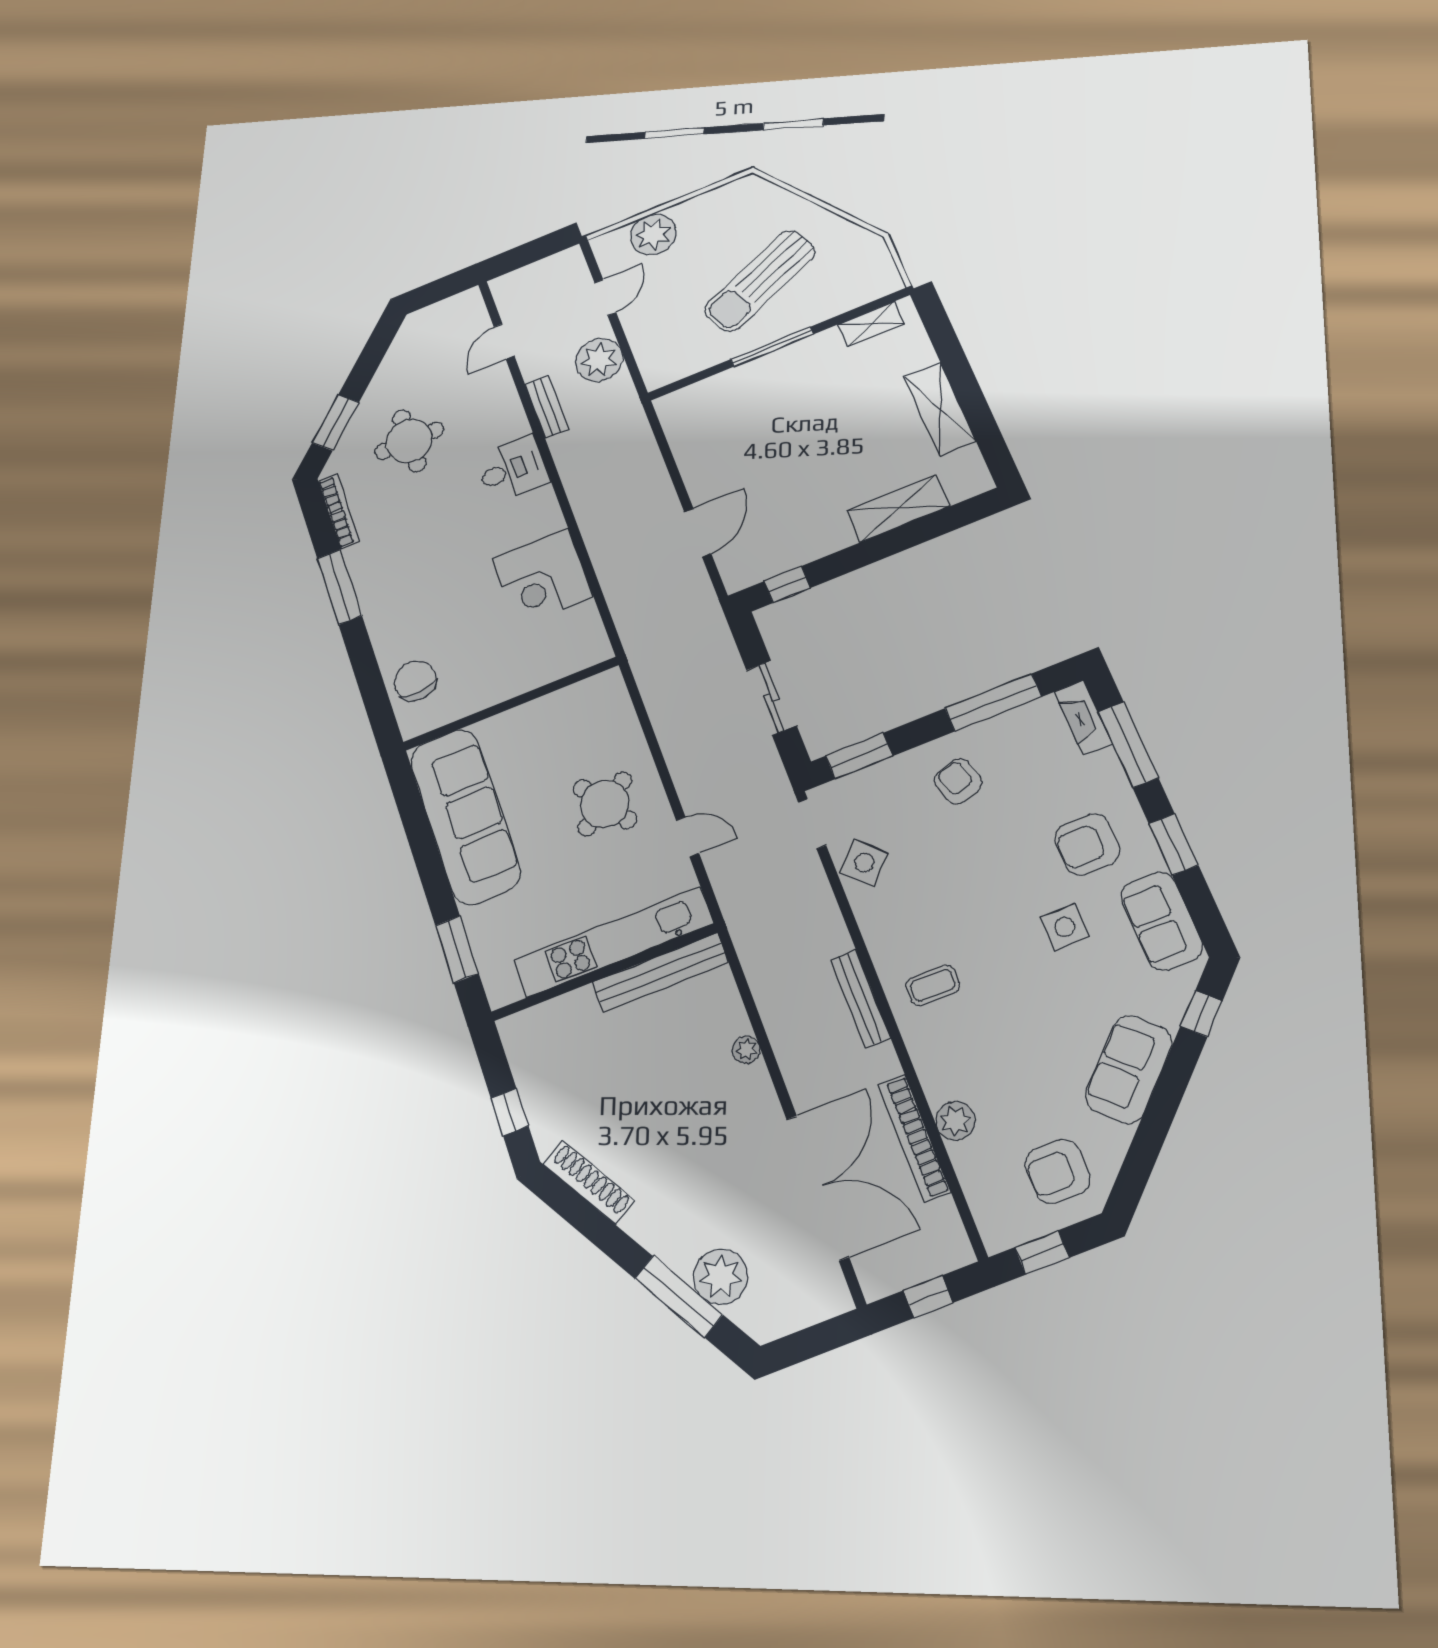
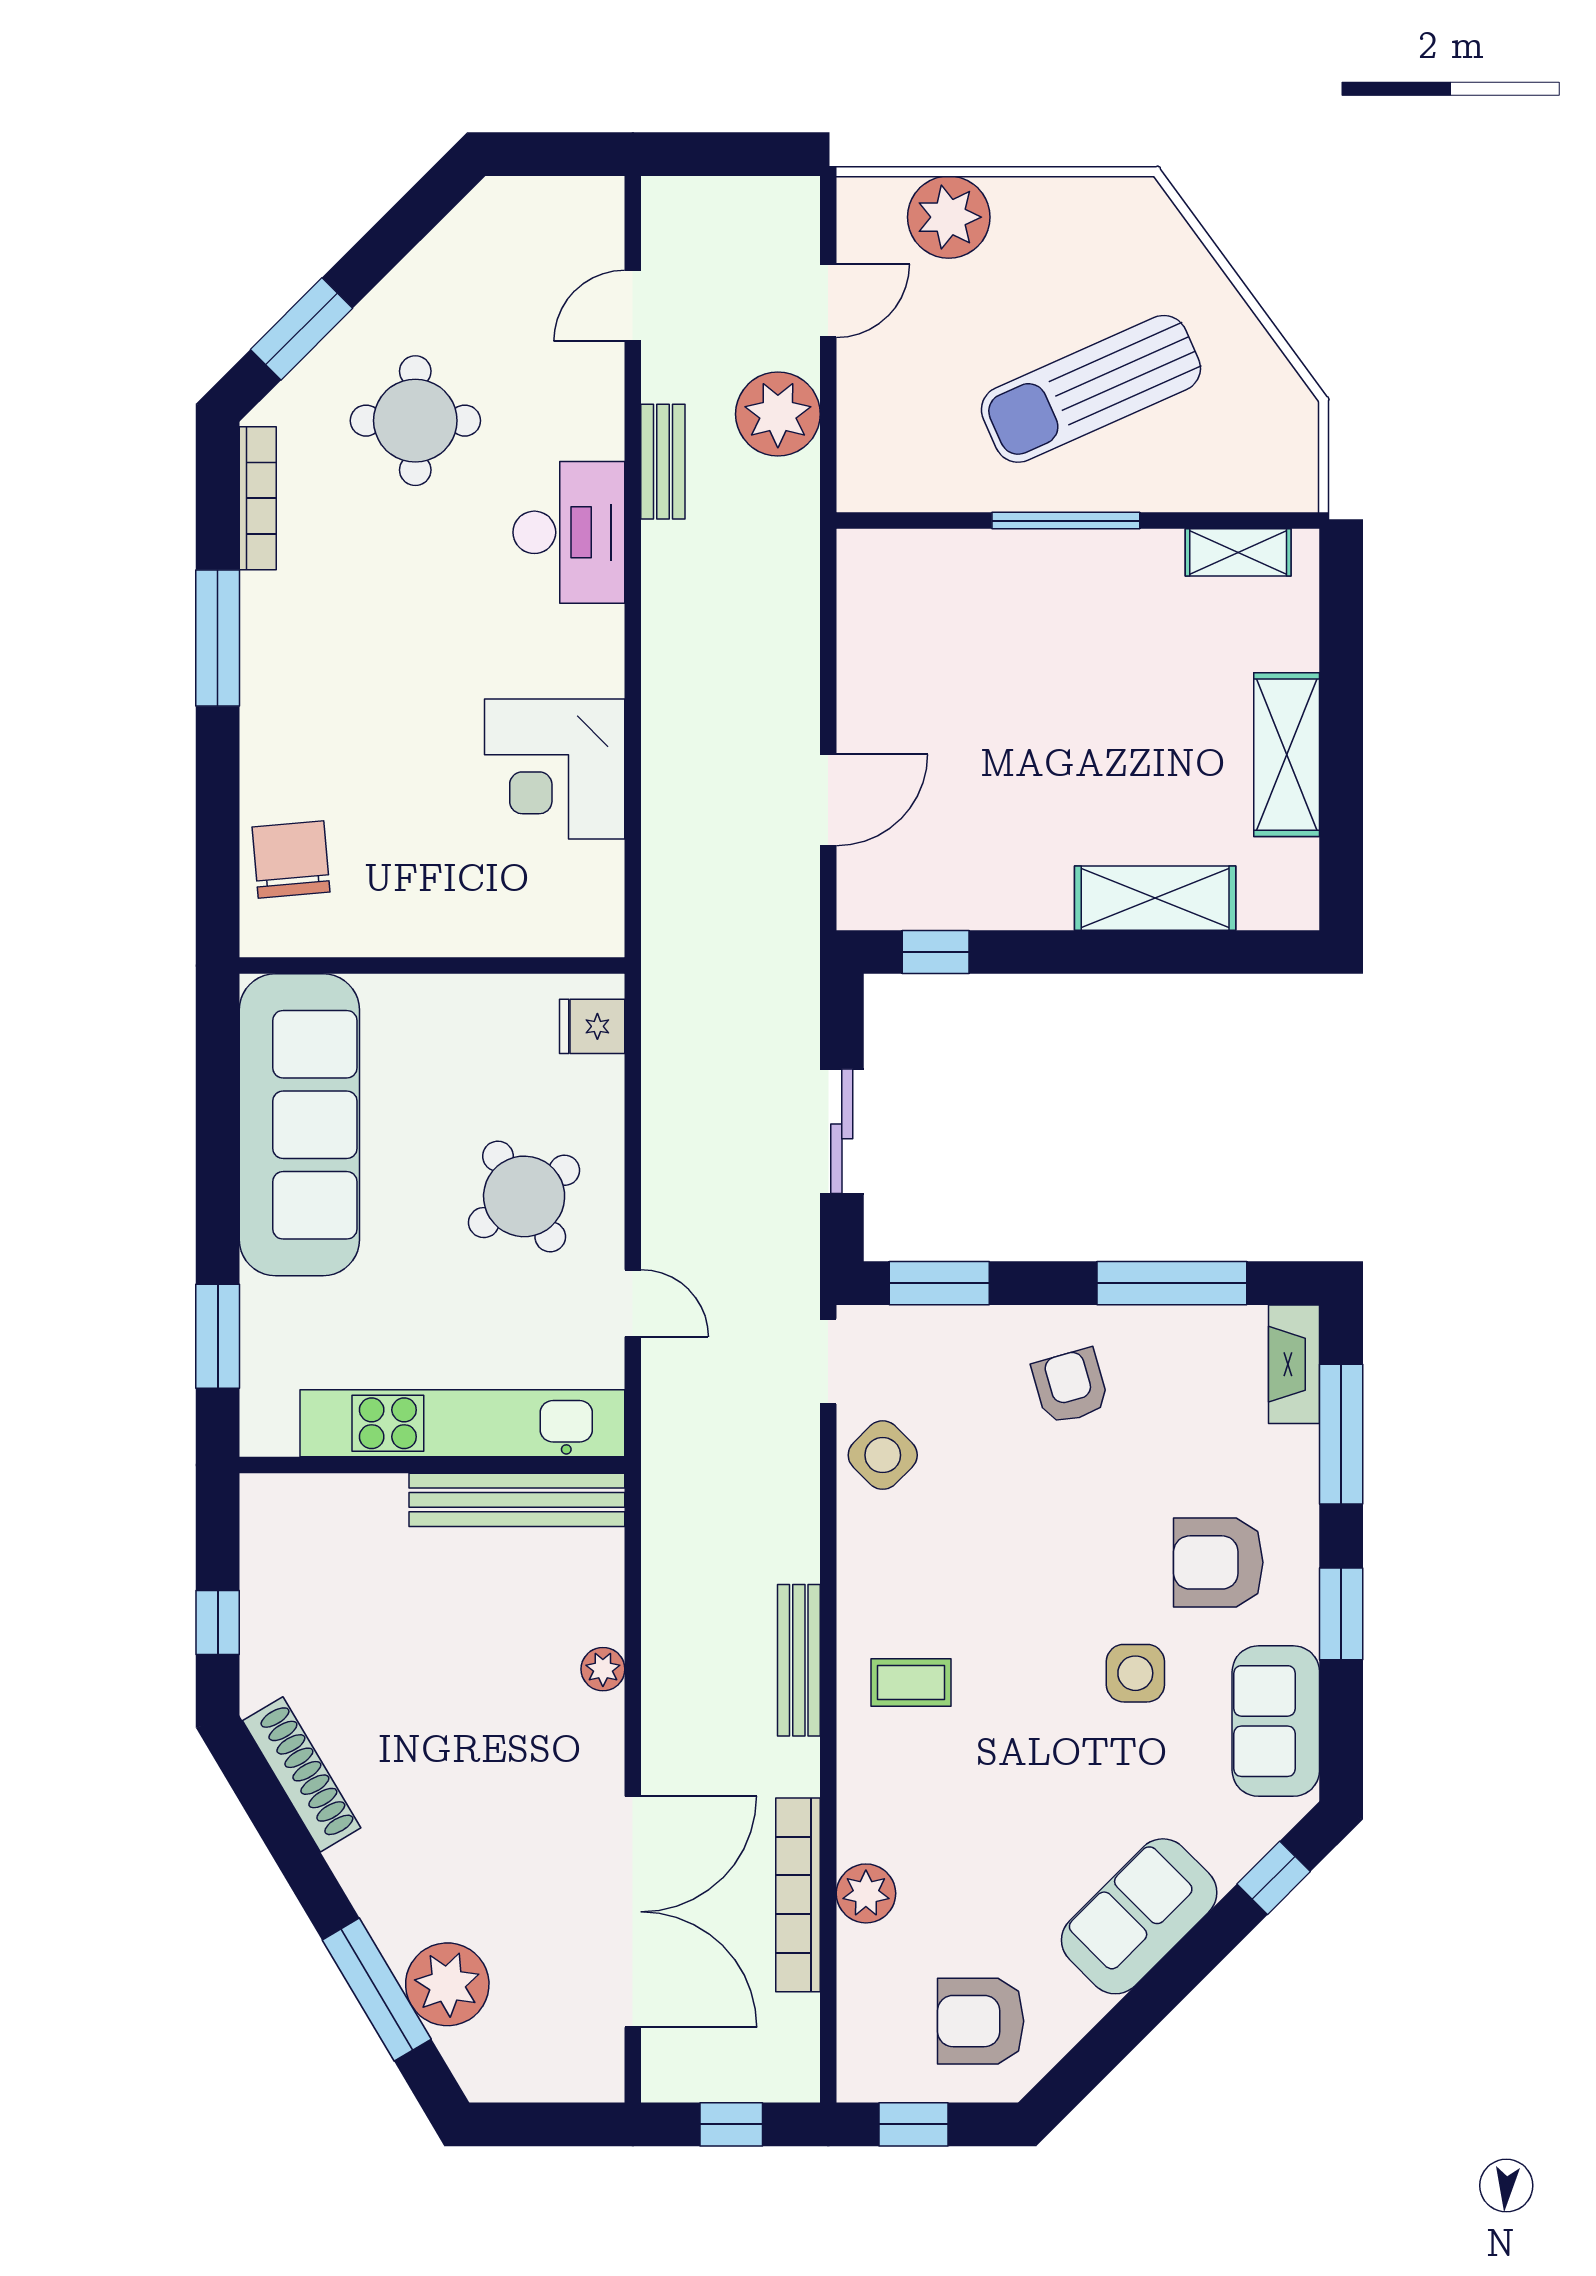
desk: (512, 469) -> (569, 532), width x1.37
fridge: (611, 699) -> (592, 1026), added

